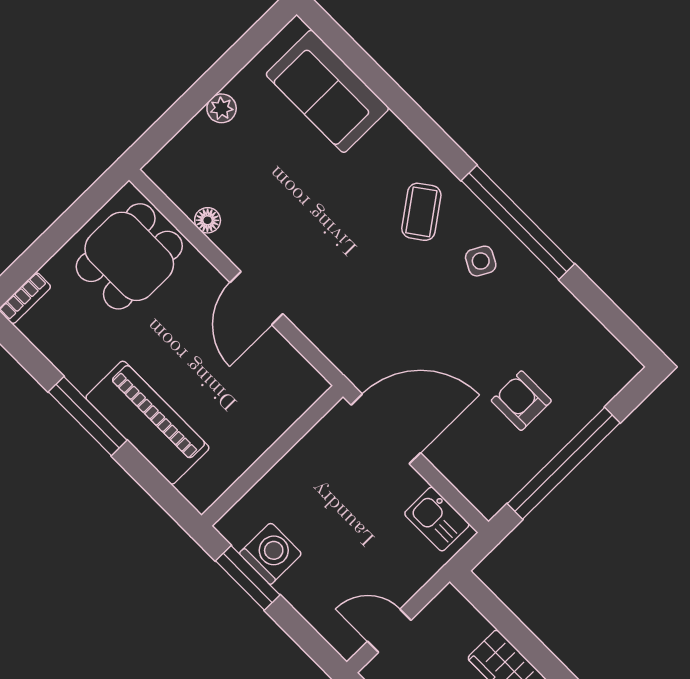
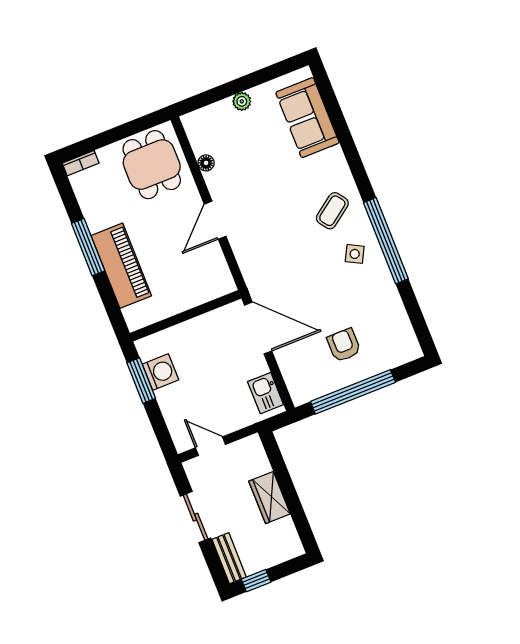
dining table: (129, 256) -> (152, 165), turned 90

